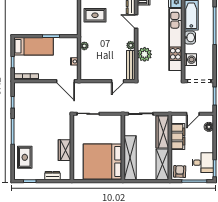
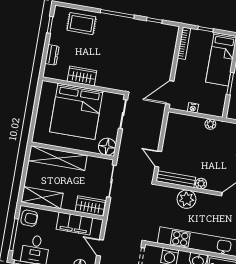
floor lamp: (115, 122) -> (107, 147), added
wardrobe: (162, 132) -> (90, 206), width x0.67
bed: (103, 161) -> (76, 111), moved, turned 180

